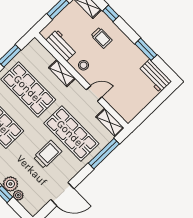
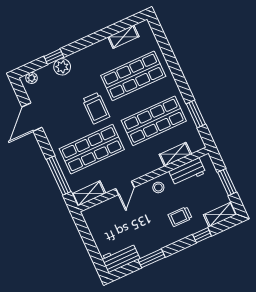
shelving: (62, 73) -> (175, 154), moved
trolley: (48, 154) -> (96, 108), moved
plant: (18, 195) -> (32, 78), moved

